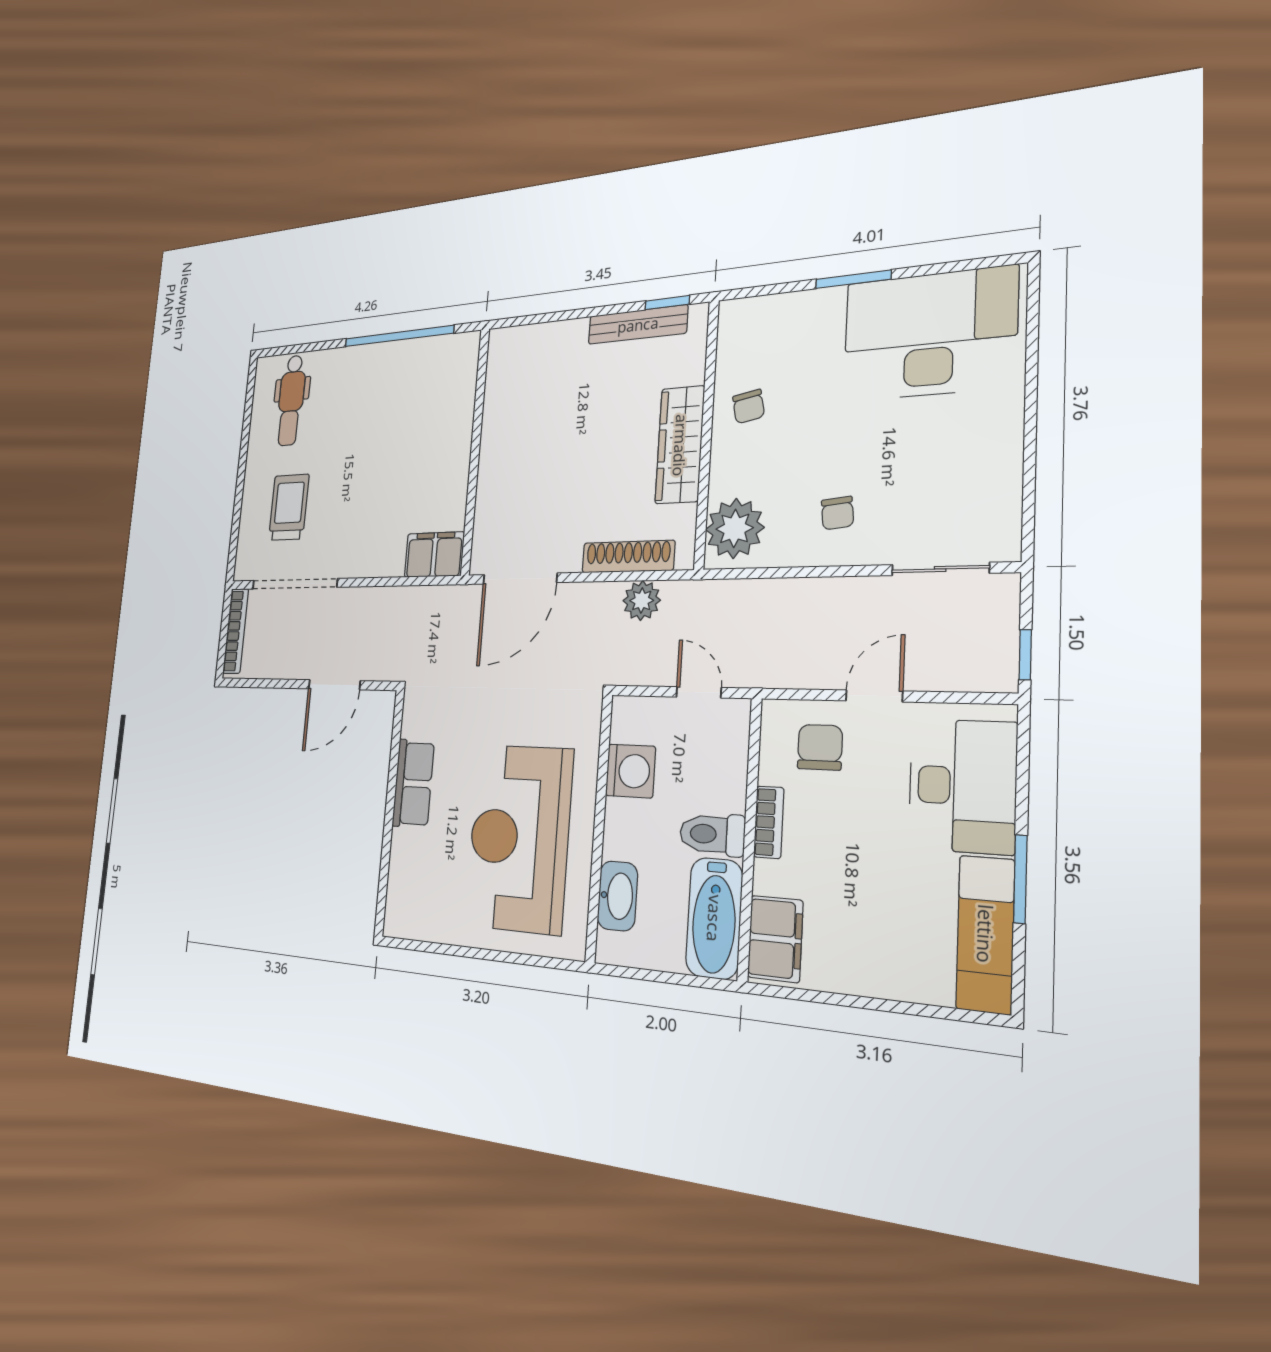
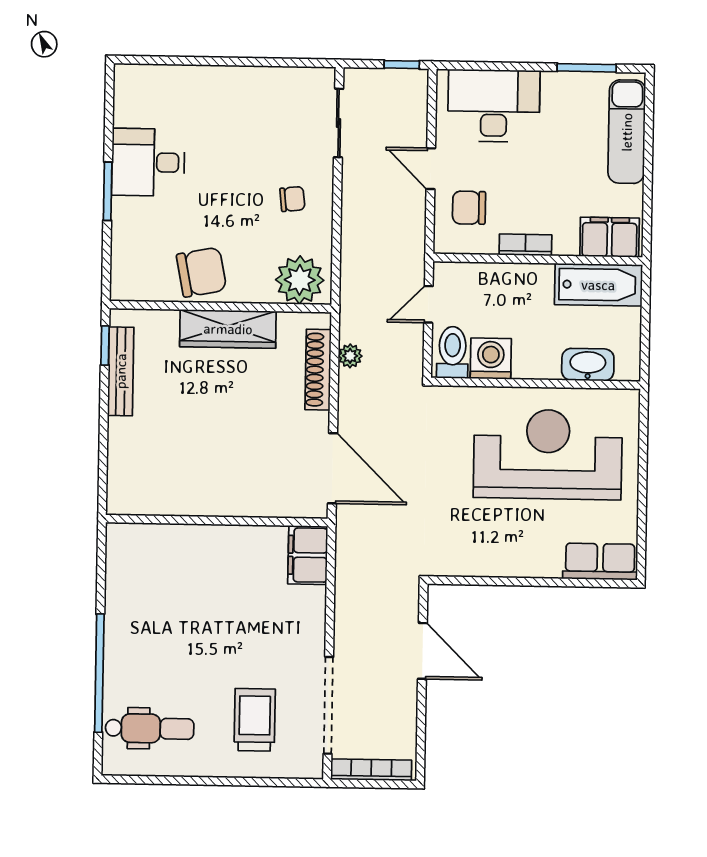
desk: (929, 334) -> (148, 162), width x0.53, depth x0.77
window: (399, 336) -> (99, 673), moved
chair: (749, 406) -> (202, 272), width x1.87, depth x1.87
trolley: (289, 507) -> (255, 720), turned 90
plant: (642, 600) -> (350, 356), width x0.73, depth x0.73
row of seats: (413, 783) -> (600, 561), moved
toilet: (712, 834) -> (452, 352), moved, turned 180
reception desk: (519, 838) -> (548, 454), turned 180
window: (1020, 879) -> (587, 68), moved
exam couch: (985, 934) -> (627, 132), moved, turned 90

